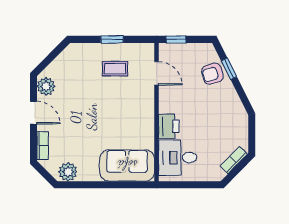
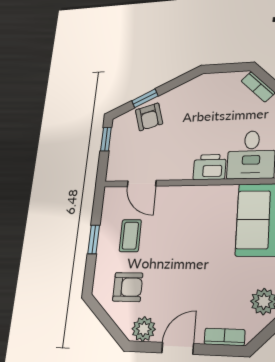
window: (176, 39) -> (106, 139), moved
armchair: (76, 71) -> (128, 287), added
door: (157, 73) -> (142, 183), swing flipped

